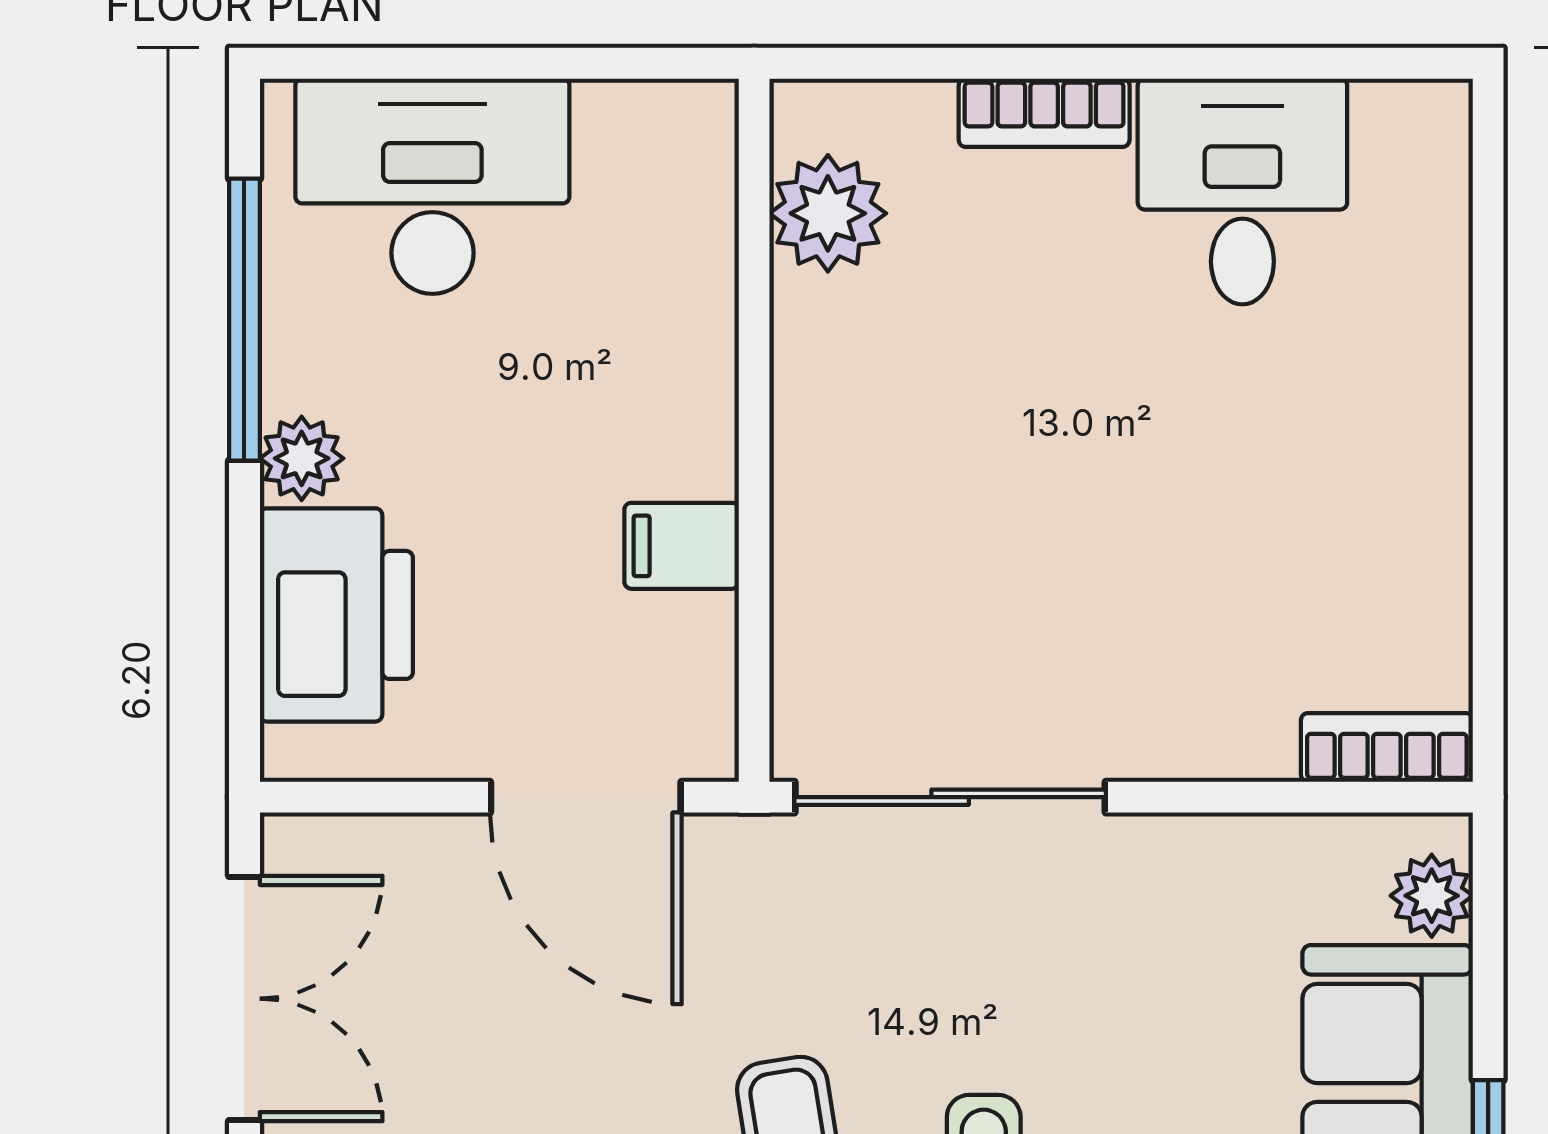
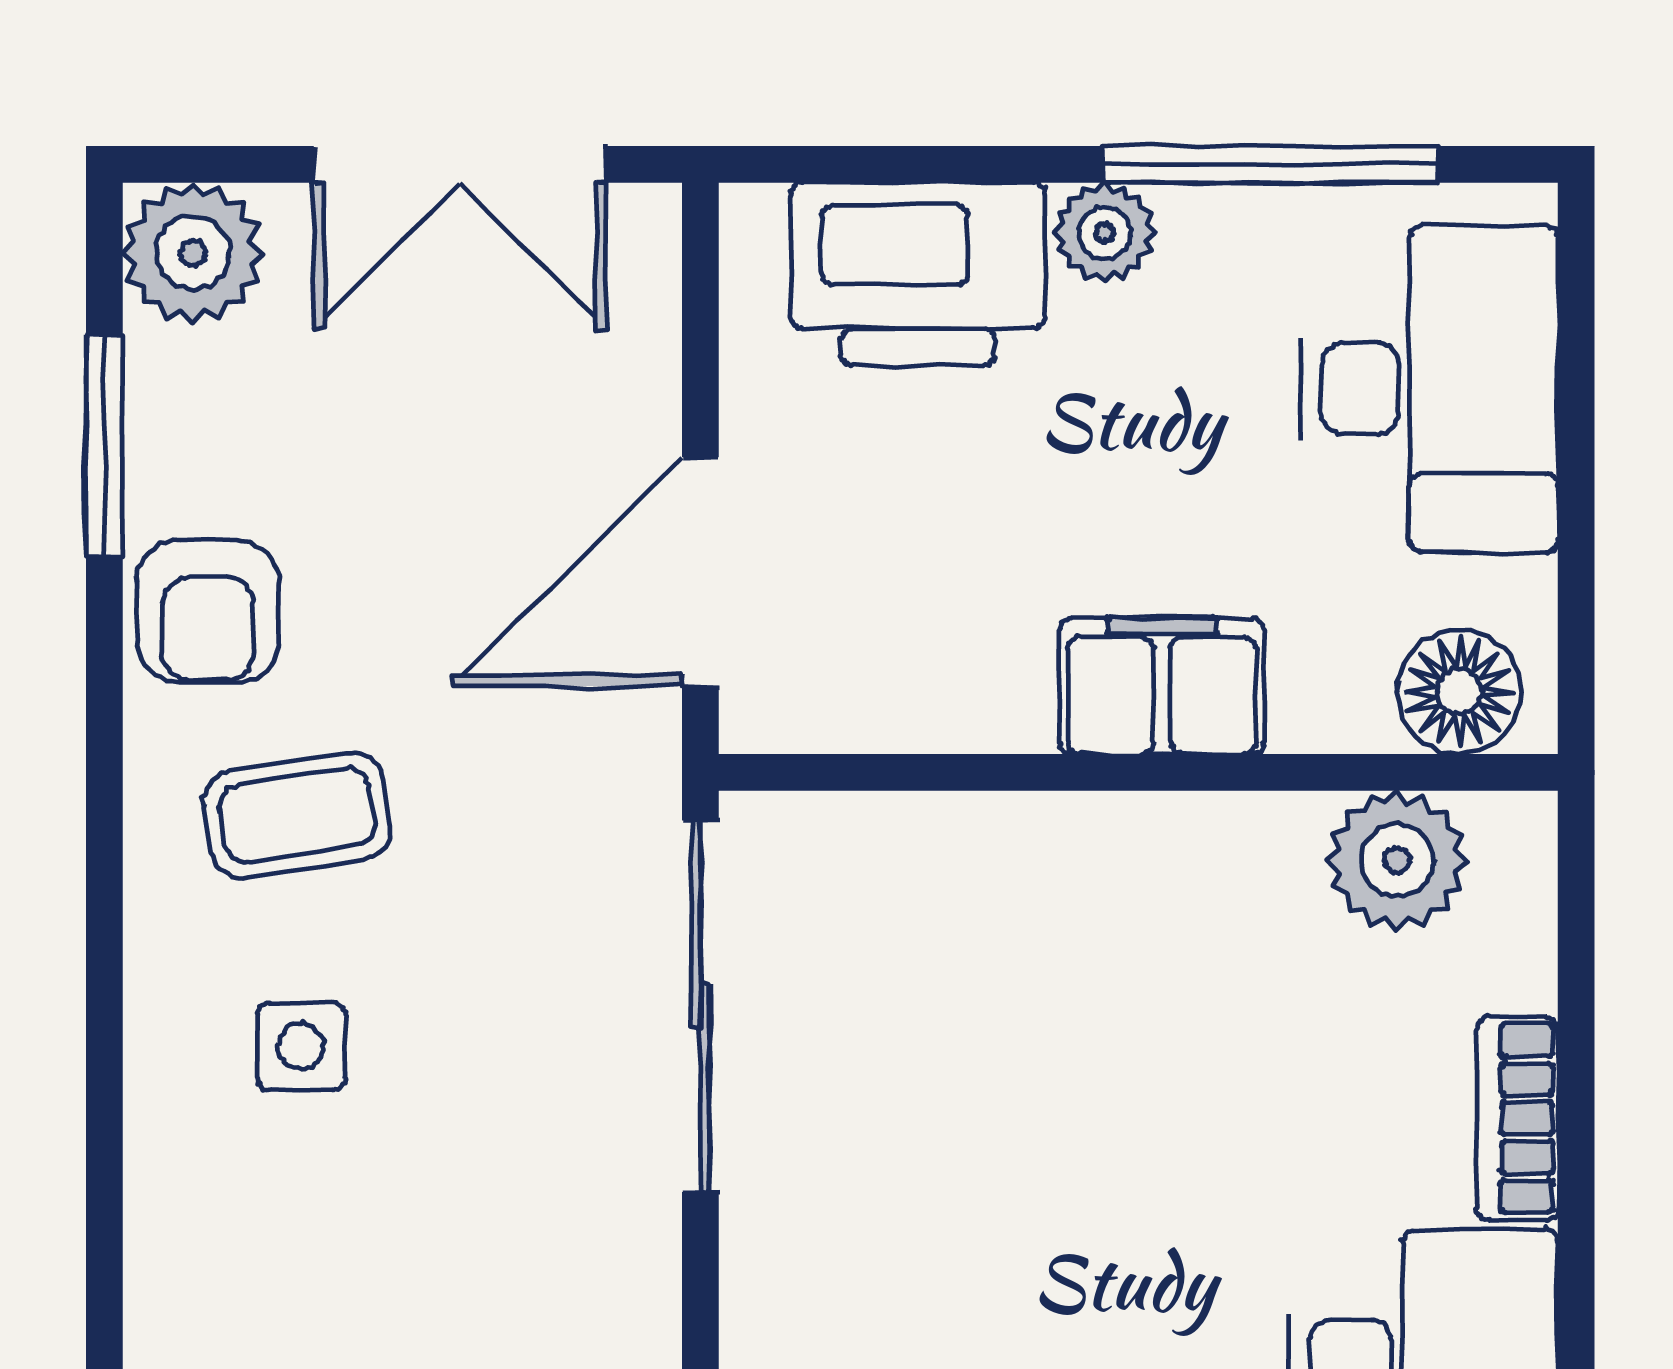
floor lamp: (687, 161) -> (1459, 692), added
filing cabinet: (682, 546) -> (1162, 686), moved, width x2.00

